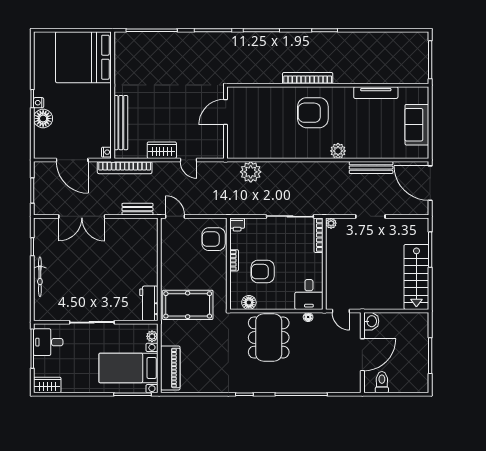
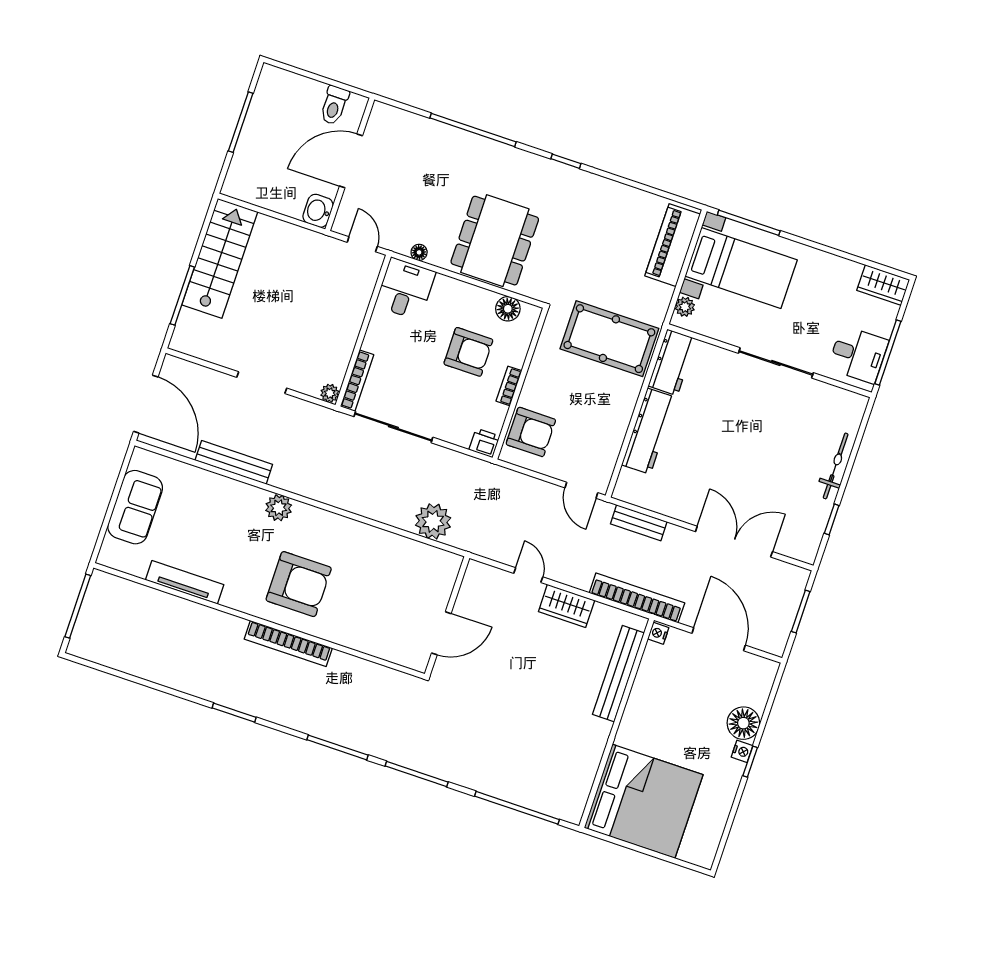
workbench: (149, 261) -> (649, 431), added

